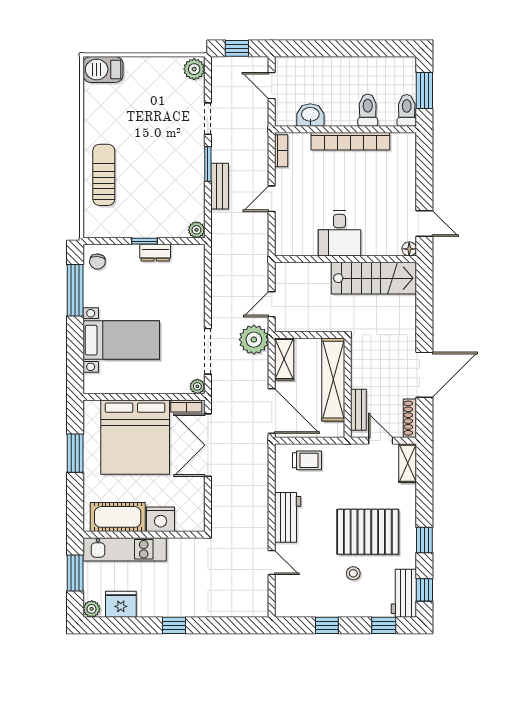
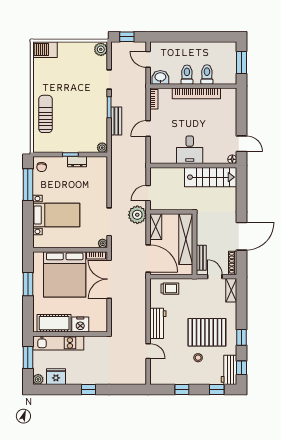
toilet: (407, 110) -> (187, 75), moved
washbasin: (310, 115) -> (160, 77), moved

